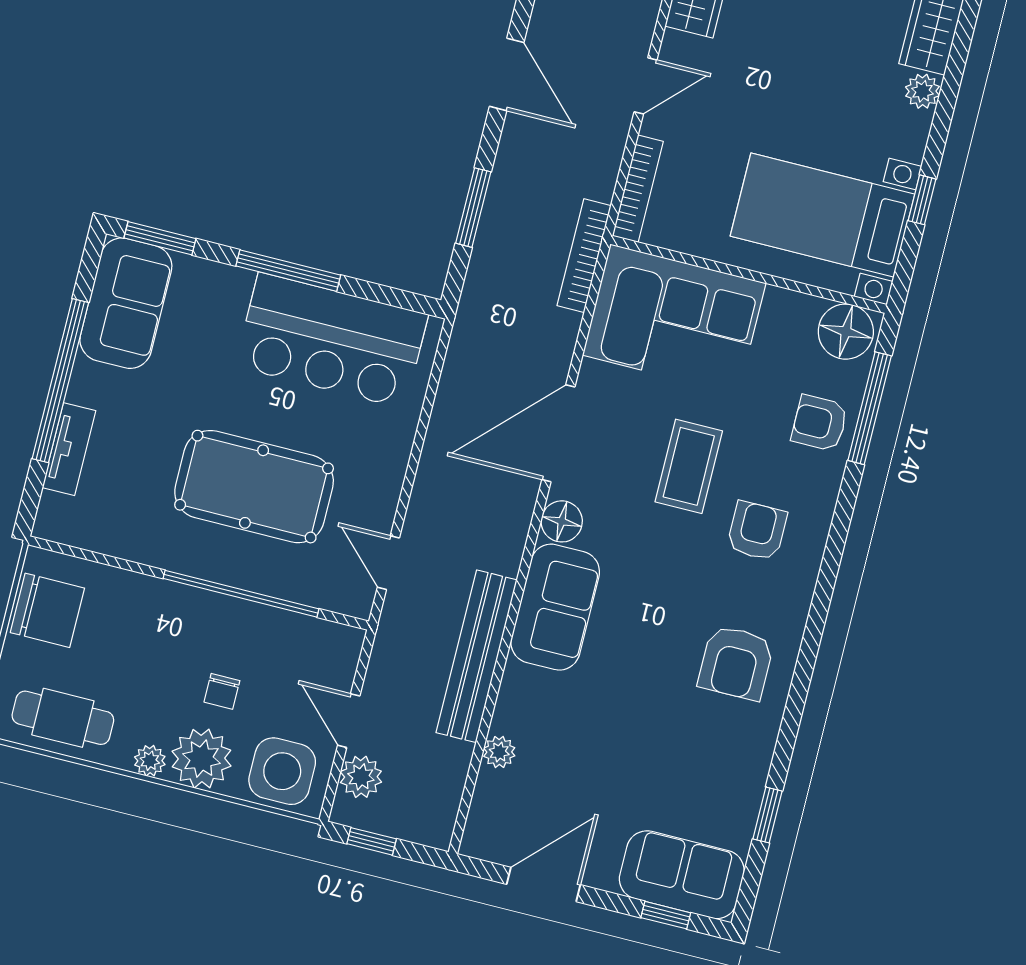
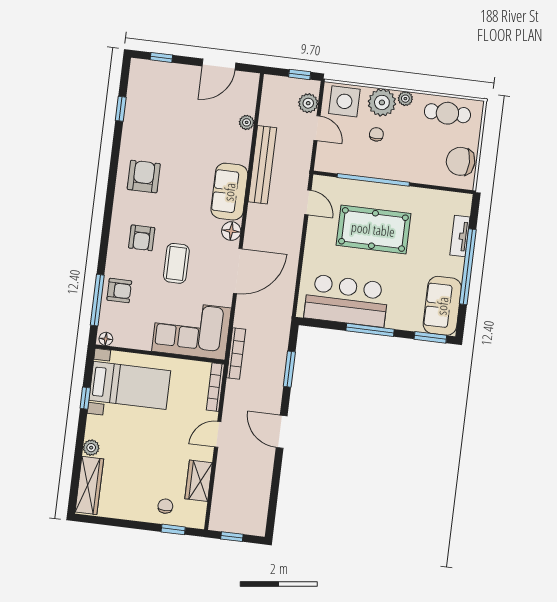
floor lamp: (846, 332) -> (106, 339), width x0.53, depth x0.53
sofa: (682, 875) -> (156, 77), removed

